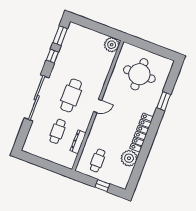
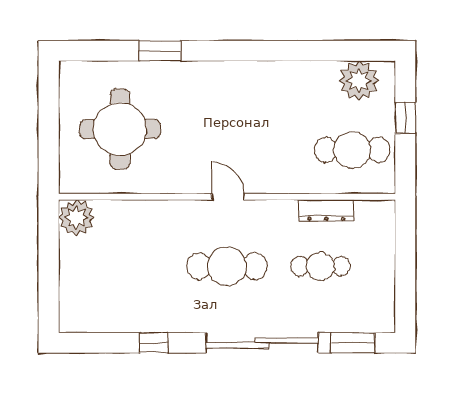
window: (60, 36) -> (353, 343), moved
locker: (142, 133) -> (251, 74), removed
plant: (129, 158) -> (359, 80), moved
cafe table: (98, 160) -> (352, 150), width x1.37, depth x1.35

